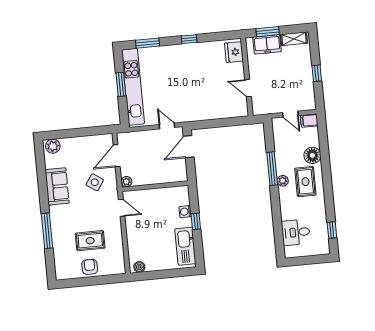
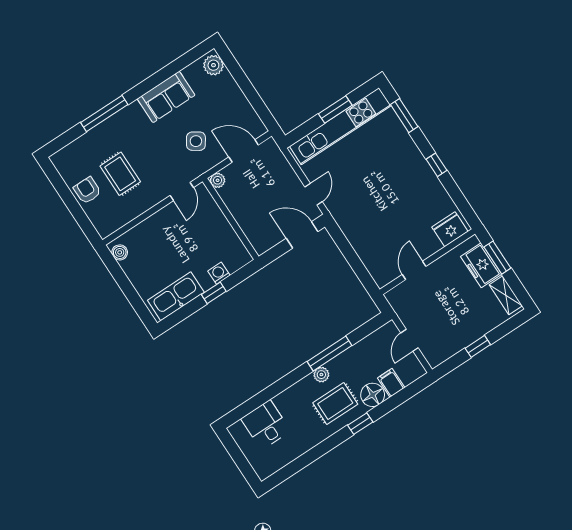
filing cabinet: (309, 121) -> (391, 383), moved
window: (332, 230) -> (360, 424), moved
armchair: (90, 267) -> (87, 190), turned -90

